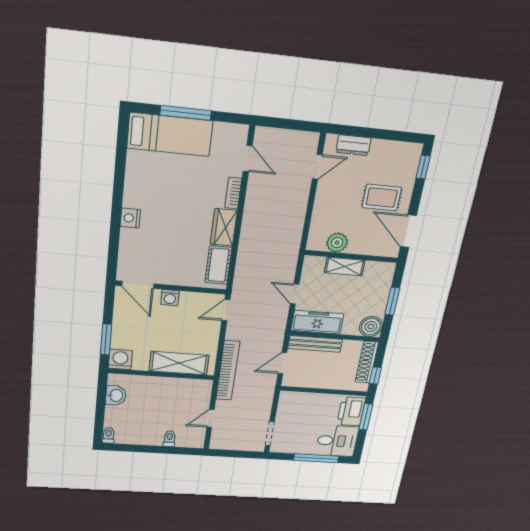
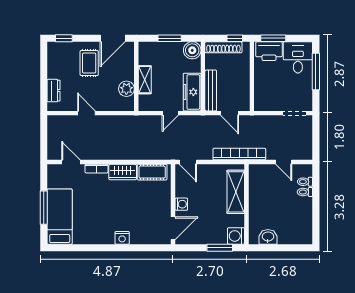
door: (248, 159) -> (71, 162), hinge flipped
door: (317, 167) -> (86, 113), moved
toilet: (109, 435) -> (305, 182), moved

